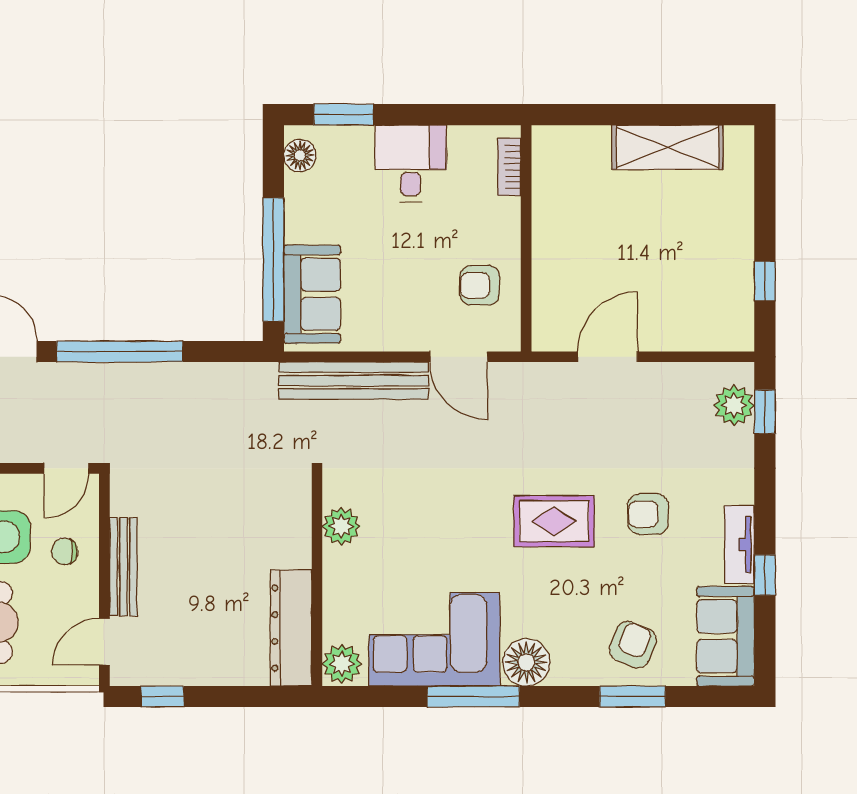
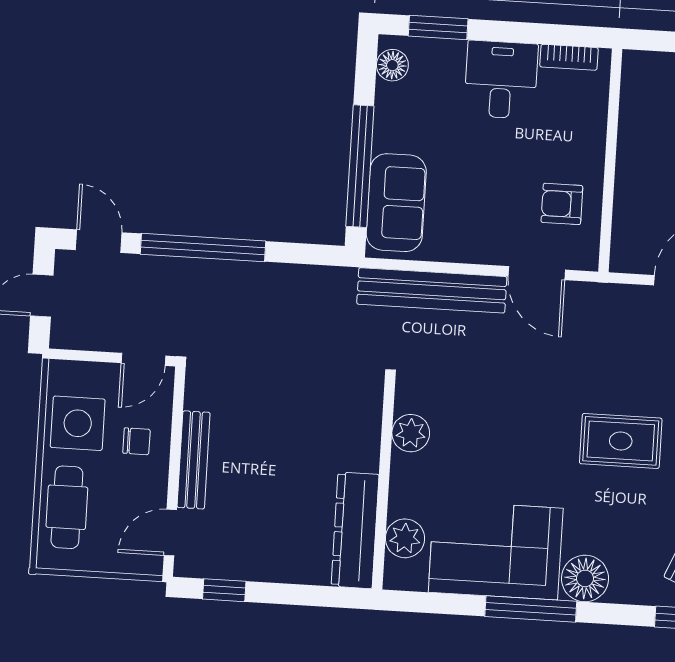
bookcase: (509, 167) -> (569, 57), moved, turned -90
chair: (65, 551) -> (137, 441), turned 180
plant: (342, 664) -> (405, 538), moved

